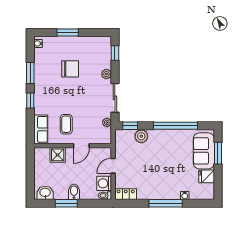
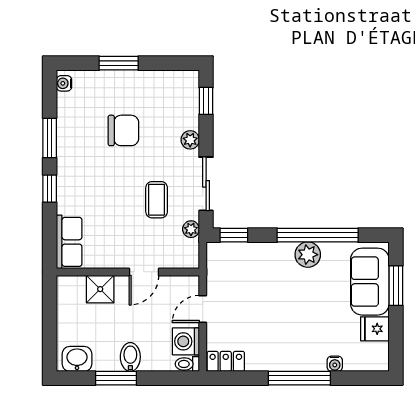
coffee table: (66, 124) -> (157, 200), moved
plant: (141, 136) -> (308, 255), moved

